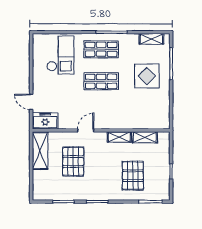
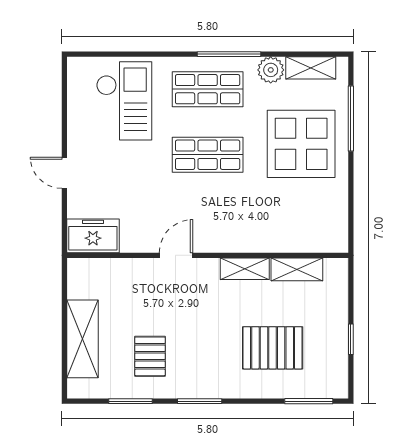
plant: (132, 40) -> (271, 70), added
display table: (147, 76) -> (301, 144), width x1.36, depth x1.36
door: (31, 102) -> (64, 173), moved
shelving: (40, 151) -> (82, 339), moved
pallet: (73, 161) -> (150, 356), moved, width x0.67, depth x0.71
pallet: (133, 176) -> (273, 348), turned 90

